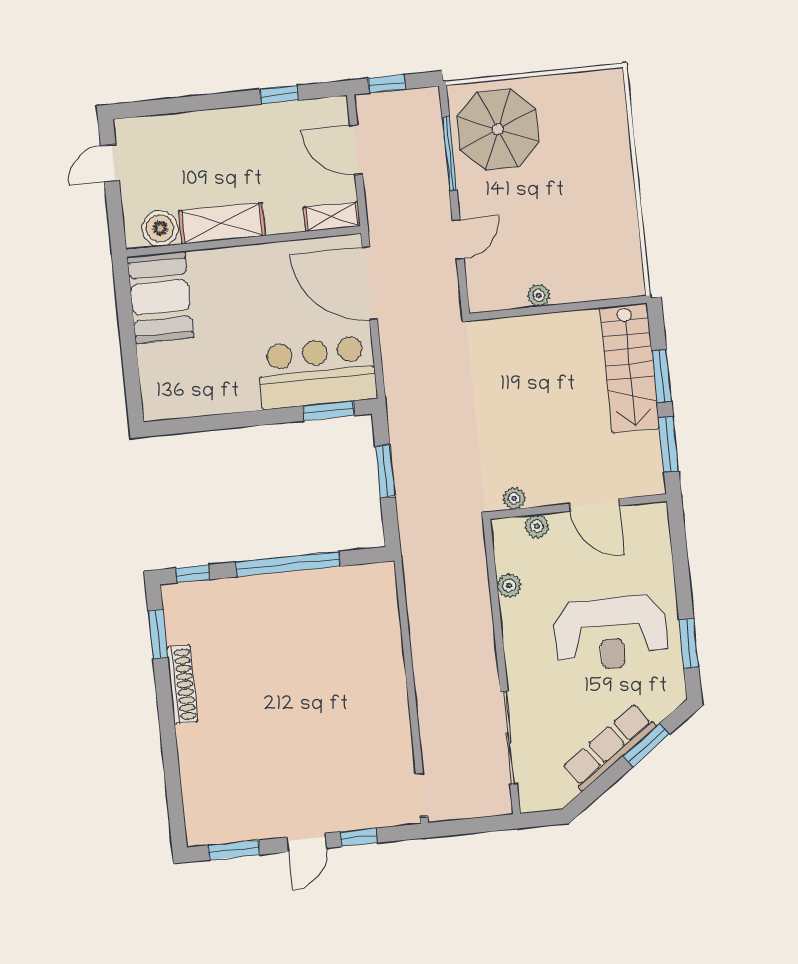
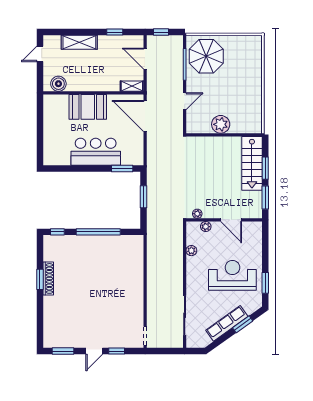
shelving: (222, 223) -> (79, 42), moved
plant: (539, 295) -> (221, 124), width x1.87, depth x1.87
booth: (160, 297) -> (88, 107), moved, turned 90
bar counter: (317, 373) -> (96, 152), moved
reception desk: (611, 633) -> (232, 275), turned 180
window: (158, 634) -> (40, 279), moved

